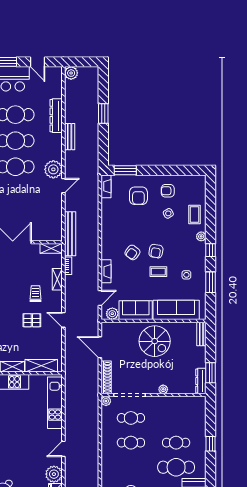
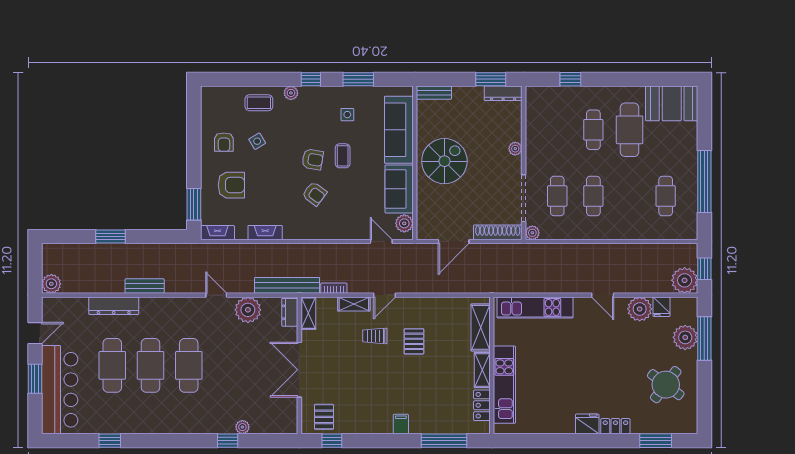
plant: (53, 169) -> (248, 310), moved
dresser: (52, 236) -> (290, 312), added
fireplace: (106, 271) -> (265, 233), moved
door: (63, 320) -> (385, 295), moved
window: (211, 444) -> (570, 79), moved

